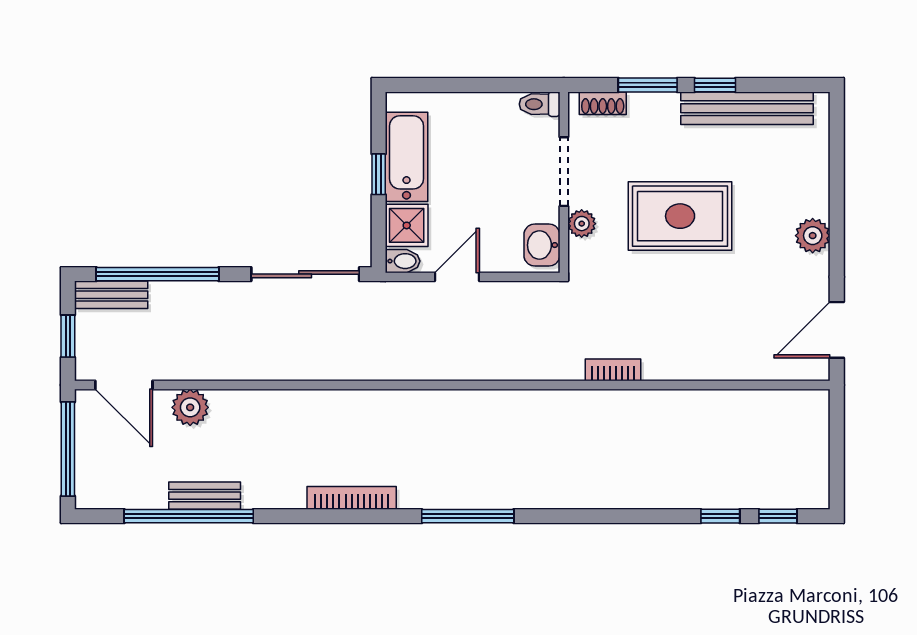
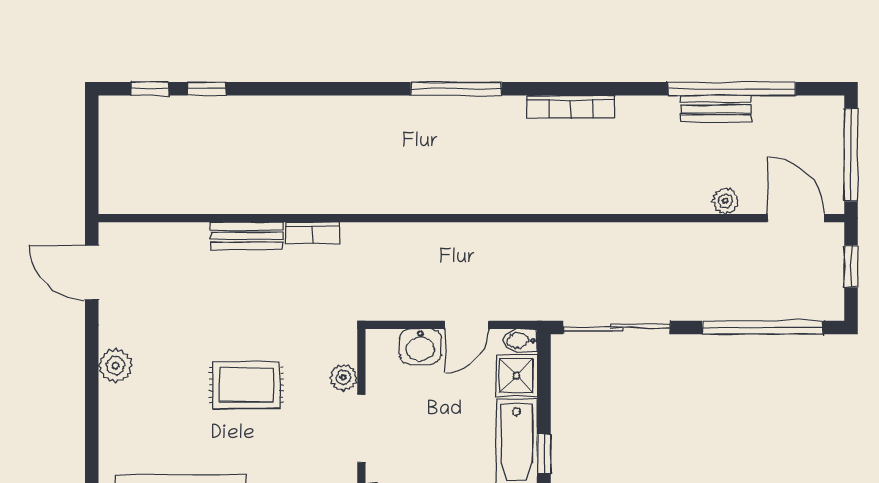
window: (379, 174) -> (544, 454), moved
rug: (680, 216) -> (247, 385), width x0.73, depth x0.70
washbasin: (542, 245) -> (420, 346), moved, turned 90
bench: (111, 295) -> (247, 236), moved
door: (837, 330) -> (92, 272), swing flipped
plant: (190, 407) -> (725, 201), width x0.73, depth x0.73

